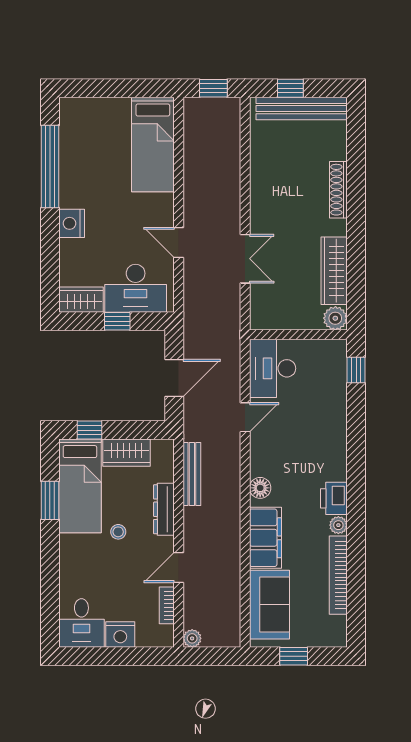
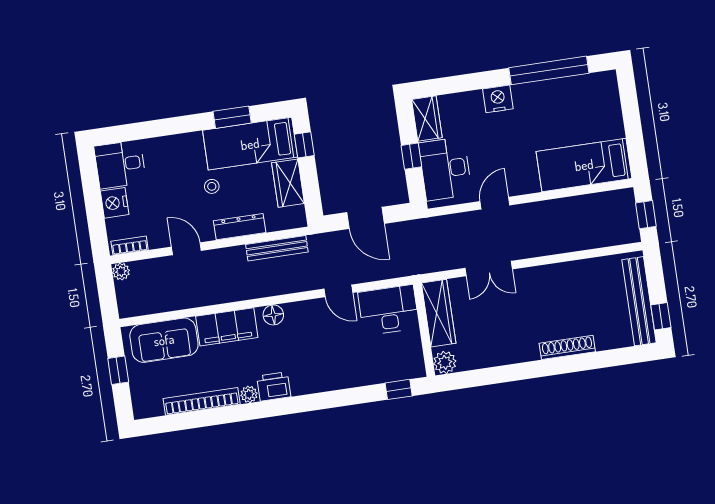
window: (290, 88) -> (661, 316), moved
wardrobe: (334, 271) -> (439, 313), moved, turned 90
bookcase: (167, 605) -> (130, 246), moved

